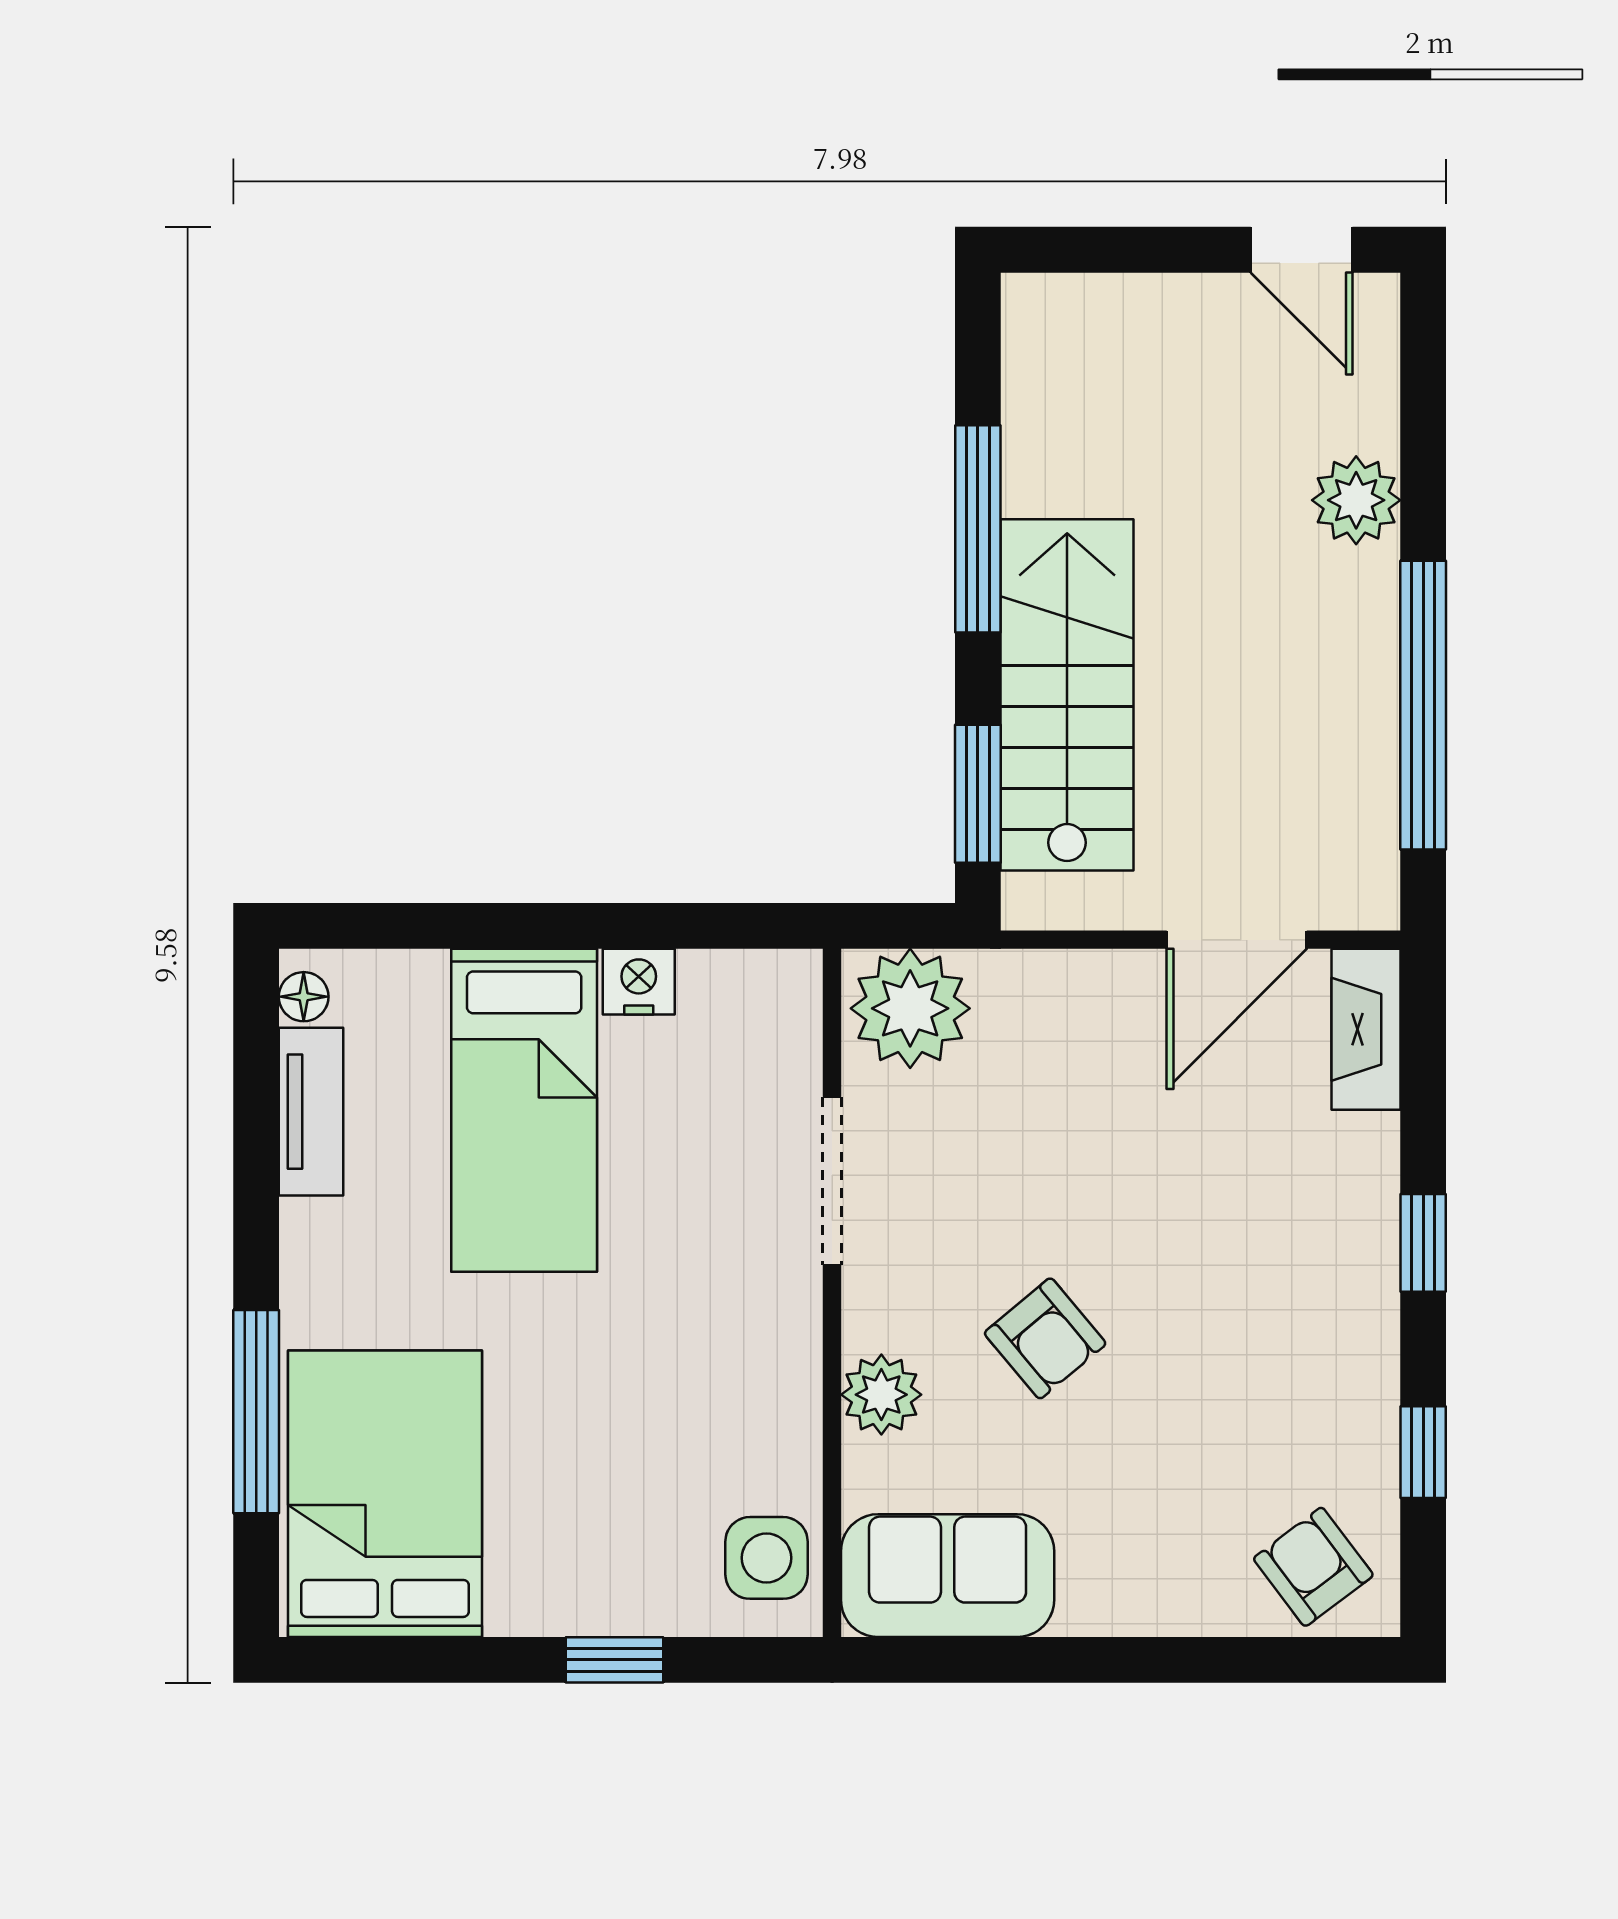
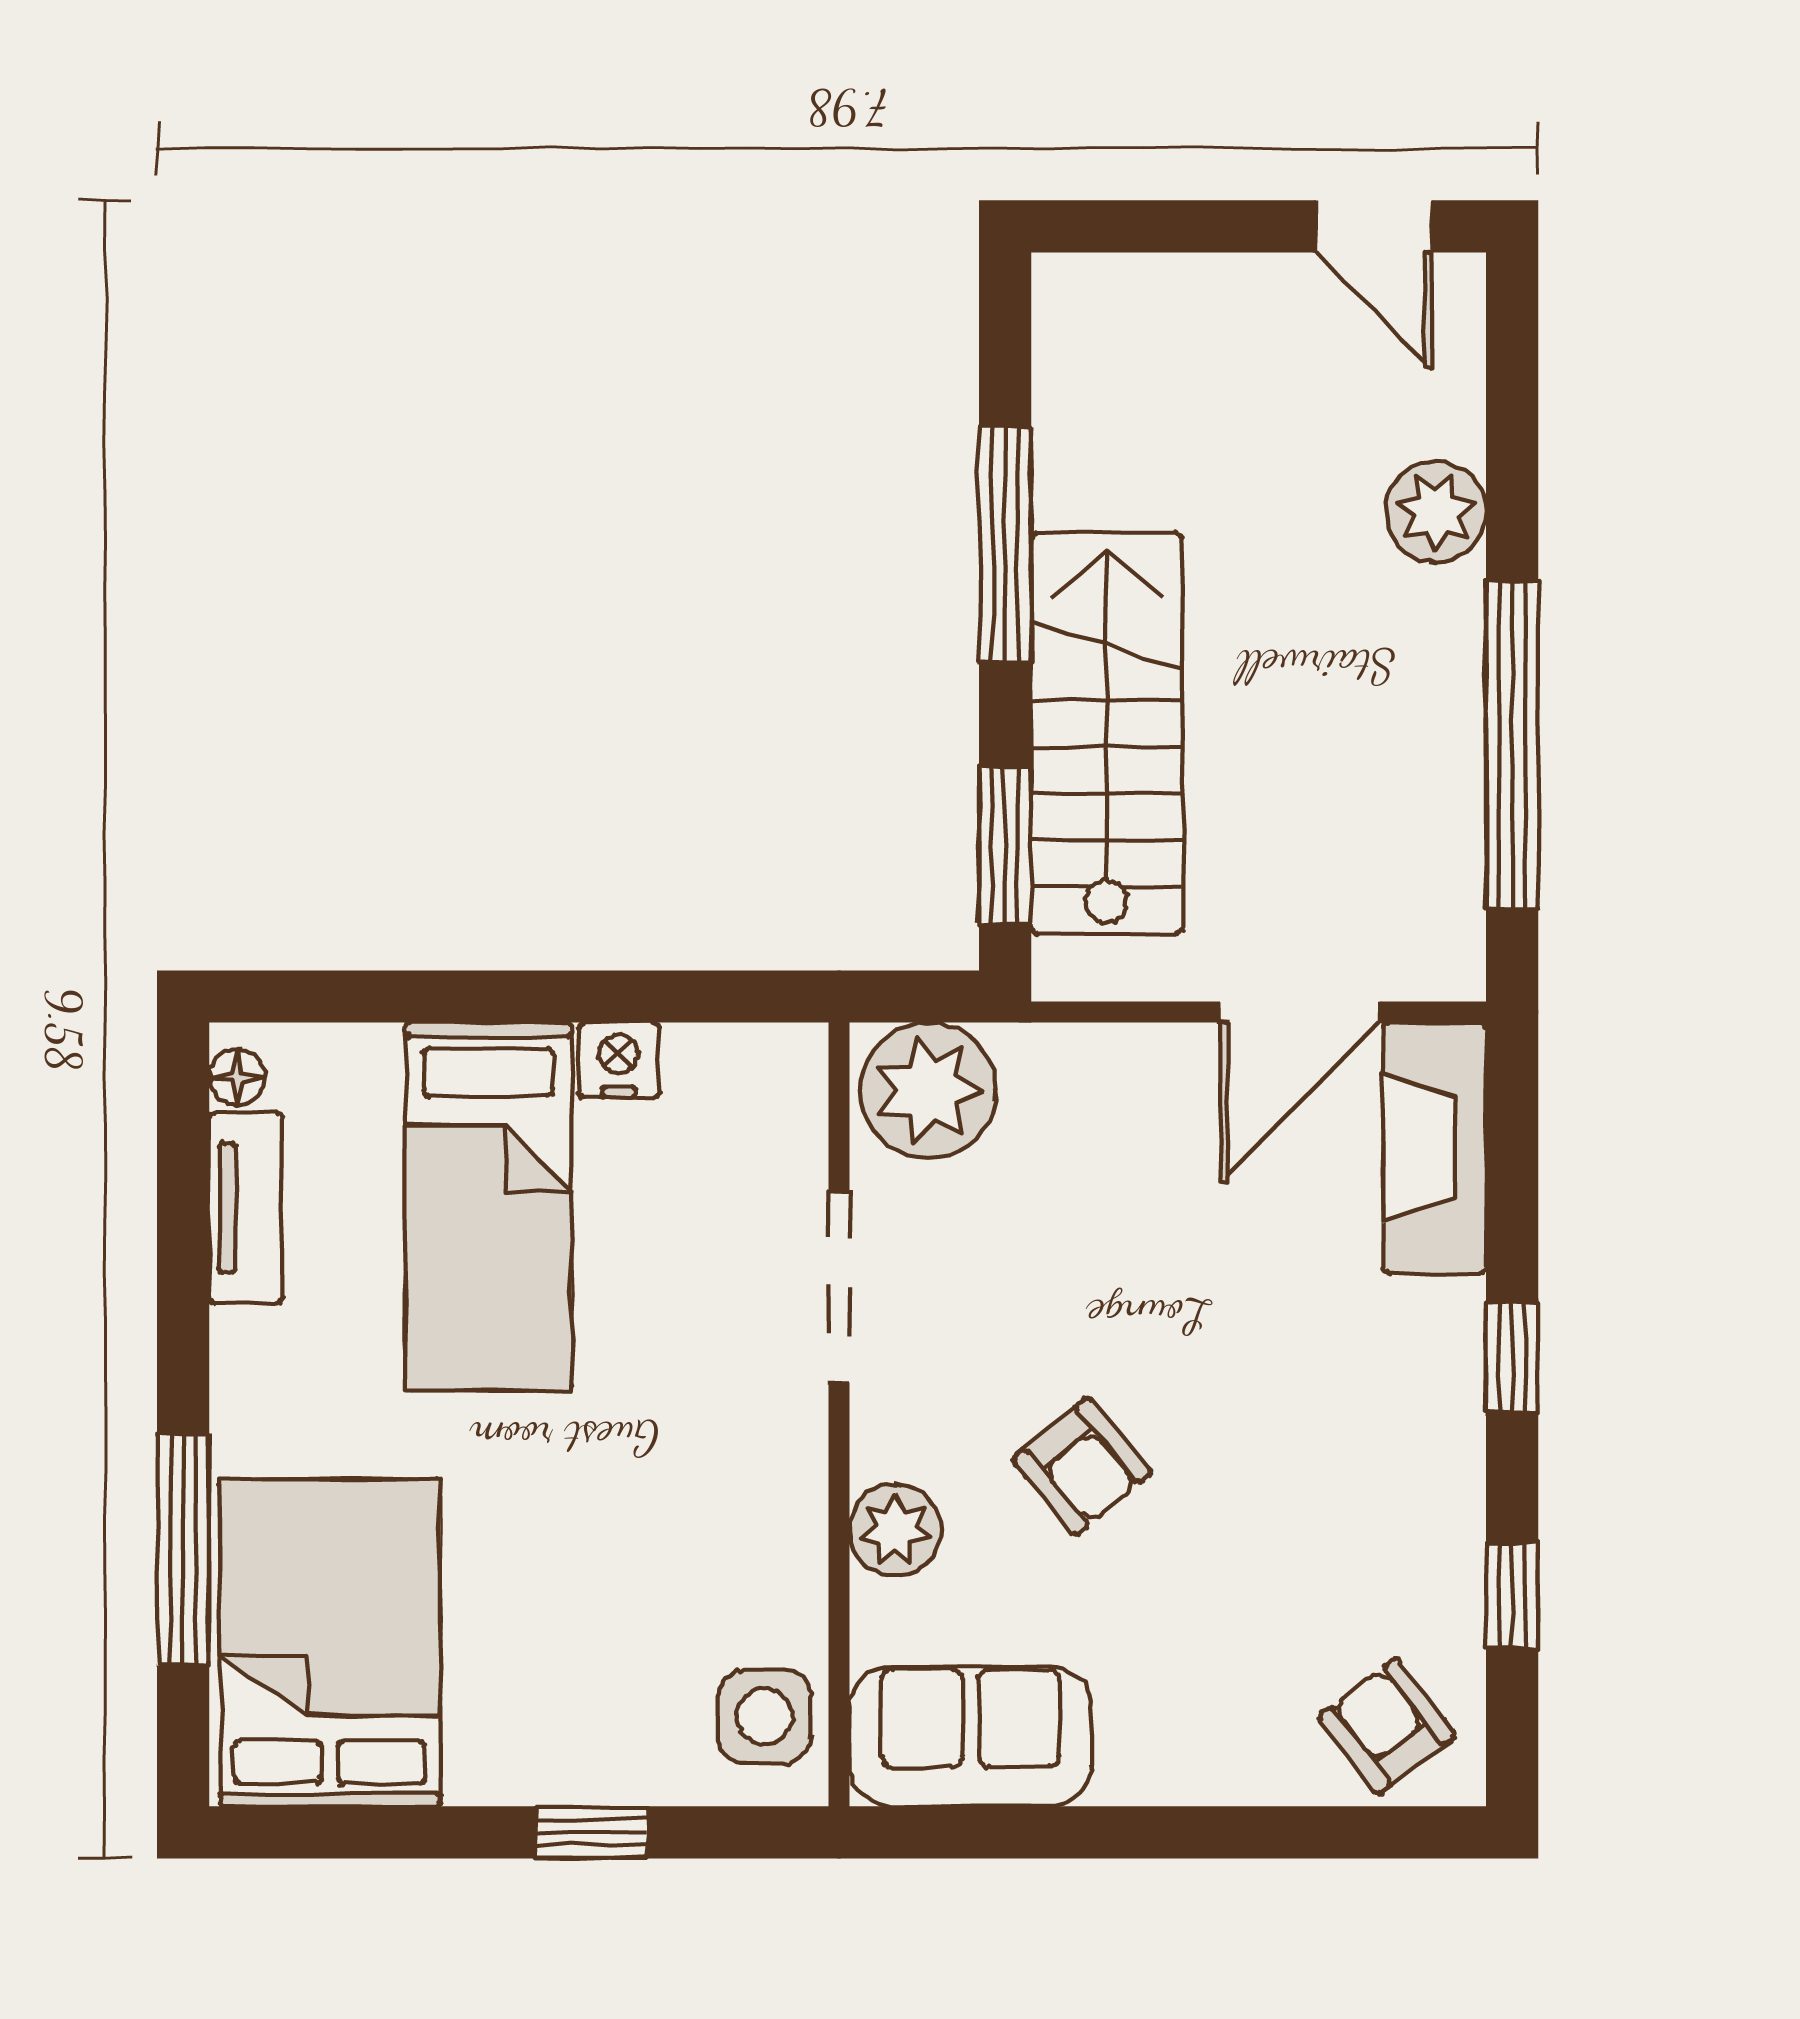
fireplace: (1366, 1029) -> (1435, 1148), width x1.37, depth x1.32

